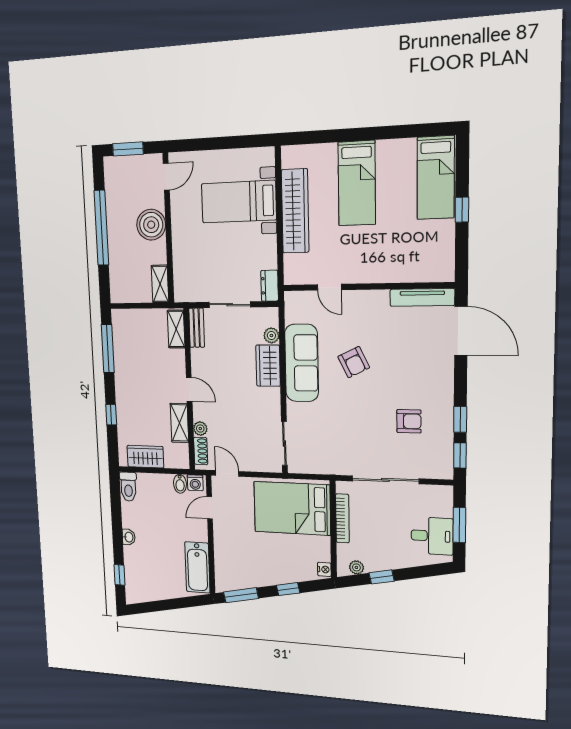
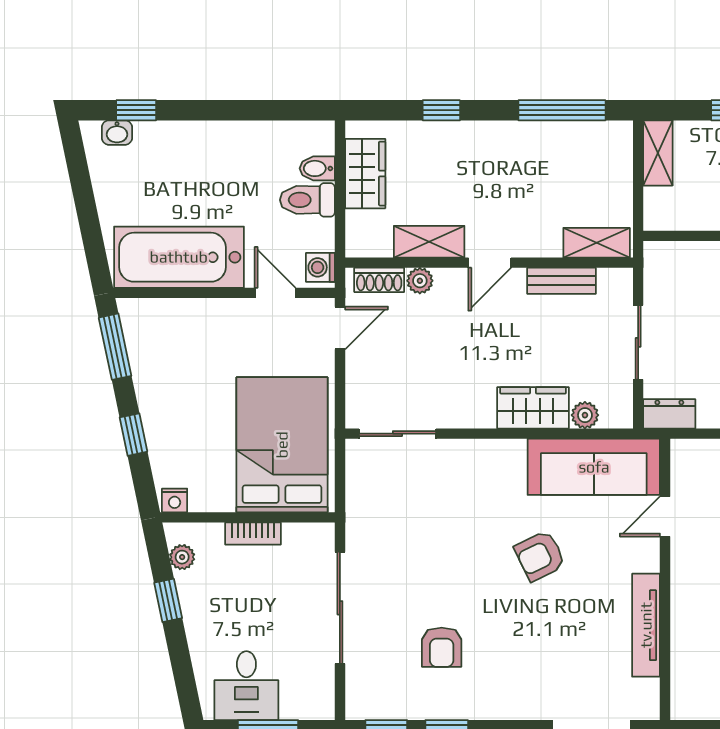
shelving: (160, 284) -> (658, 153), moved, turned 90
tv unit: (422, 297) -> (646, 625), moved
bench: (197, 328) -> (561, 281), moved
sofa: (302, 363) -> (594, 467), moved
bidet: (180, 484) -> (317, 168), moved
toilet: (128, 487) -> (307, 200), moved
bookcase: (342, 518) -> (253, 534), width x0.64
washbasin: (129, 537) -> (117, 133), moved
bathtub: (197, 567) -> (179, 257), width x1.36, depth x1.36

